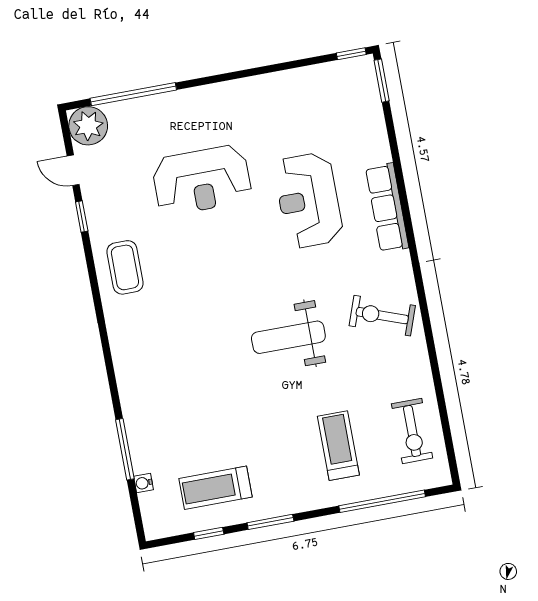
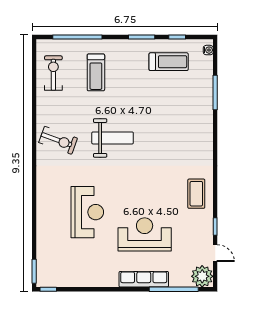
row of seats: (387, 208) -> (144, 279), moved, turned -90
water cooler: (143, 483) -> (208, 50), moved

